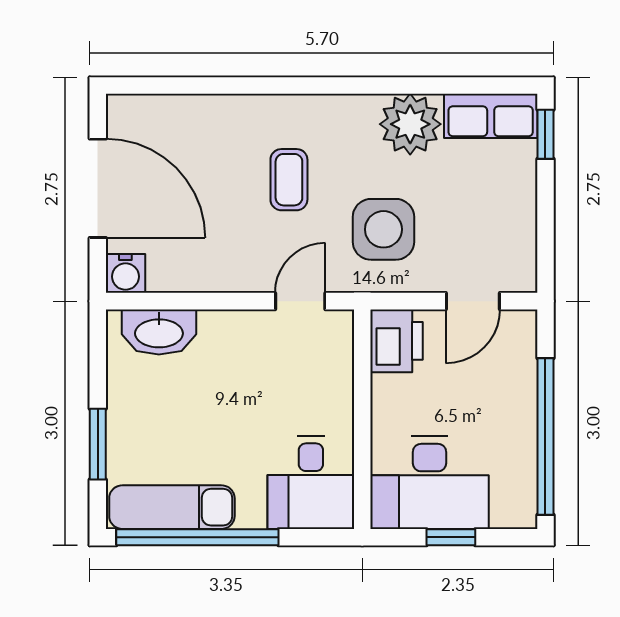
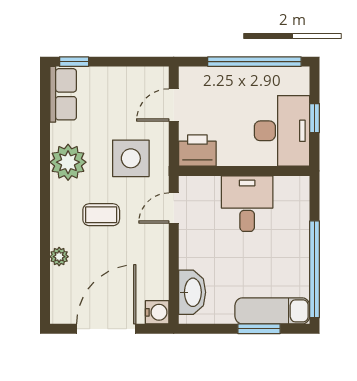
plant: (219, 109) -> (59, 257), added
plant: (410, 124) -> (68, 162), moved
door: (300, 301) -> (174, 208), hinge flipped
door: (473, 301) -> (174, 105), swing flipped
desk: (311, 482) -> (247, 204), moved, turned -90
exam couch: (172, 507) -> (272, 311), moved, turned 90

